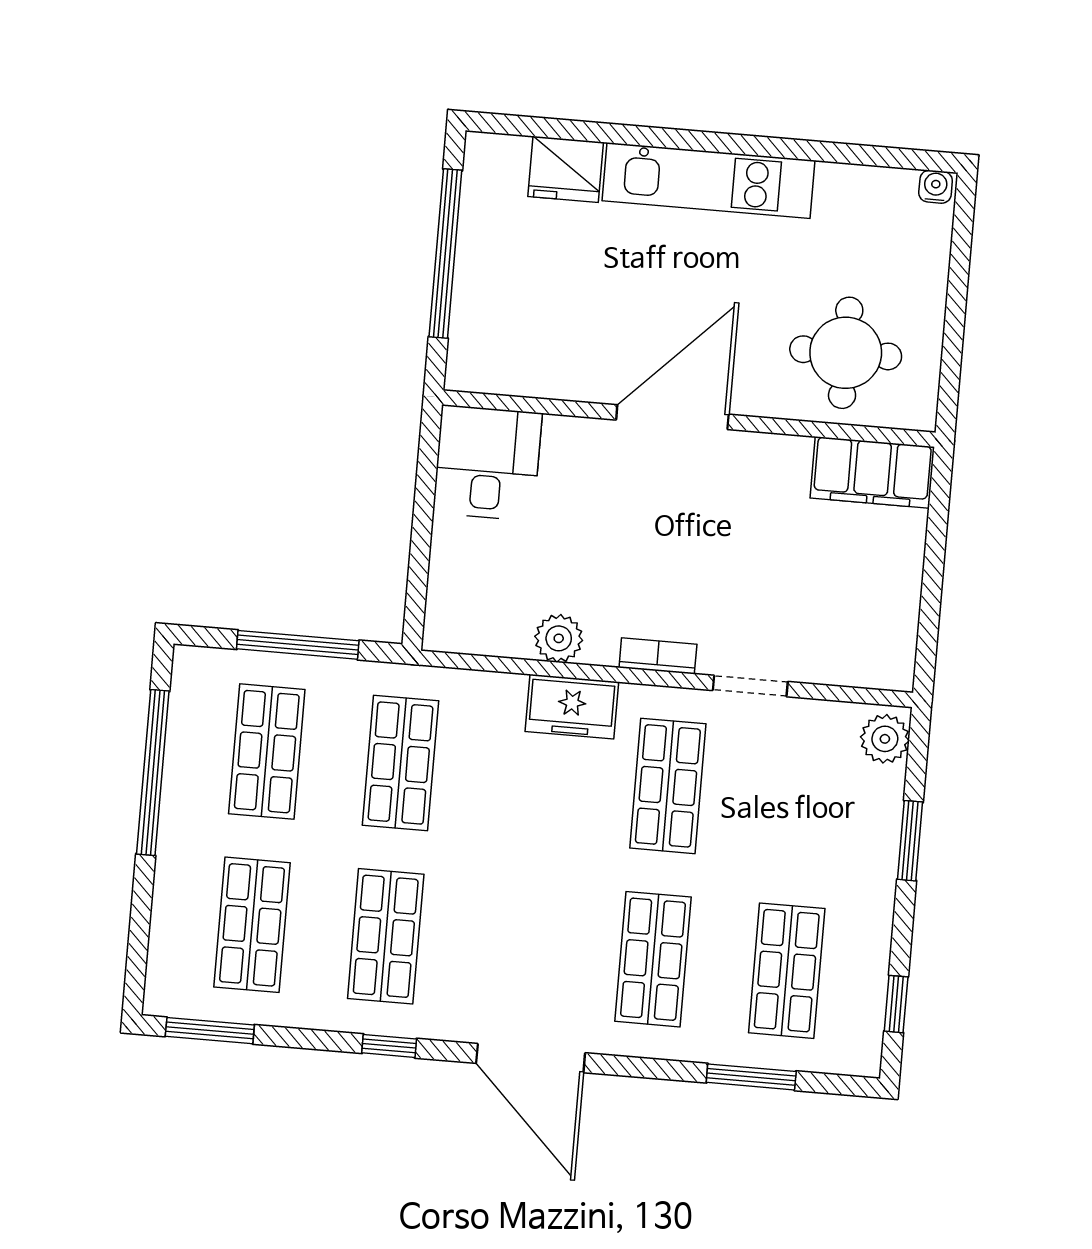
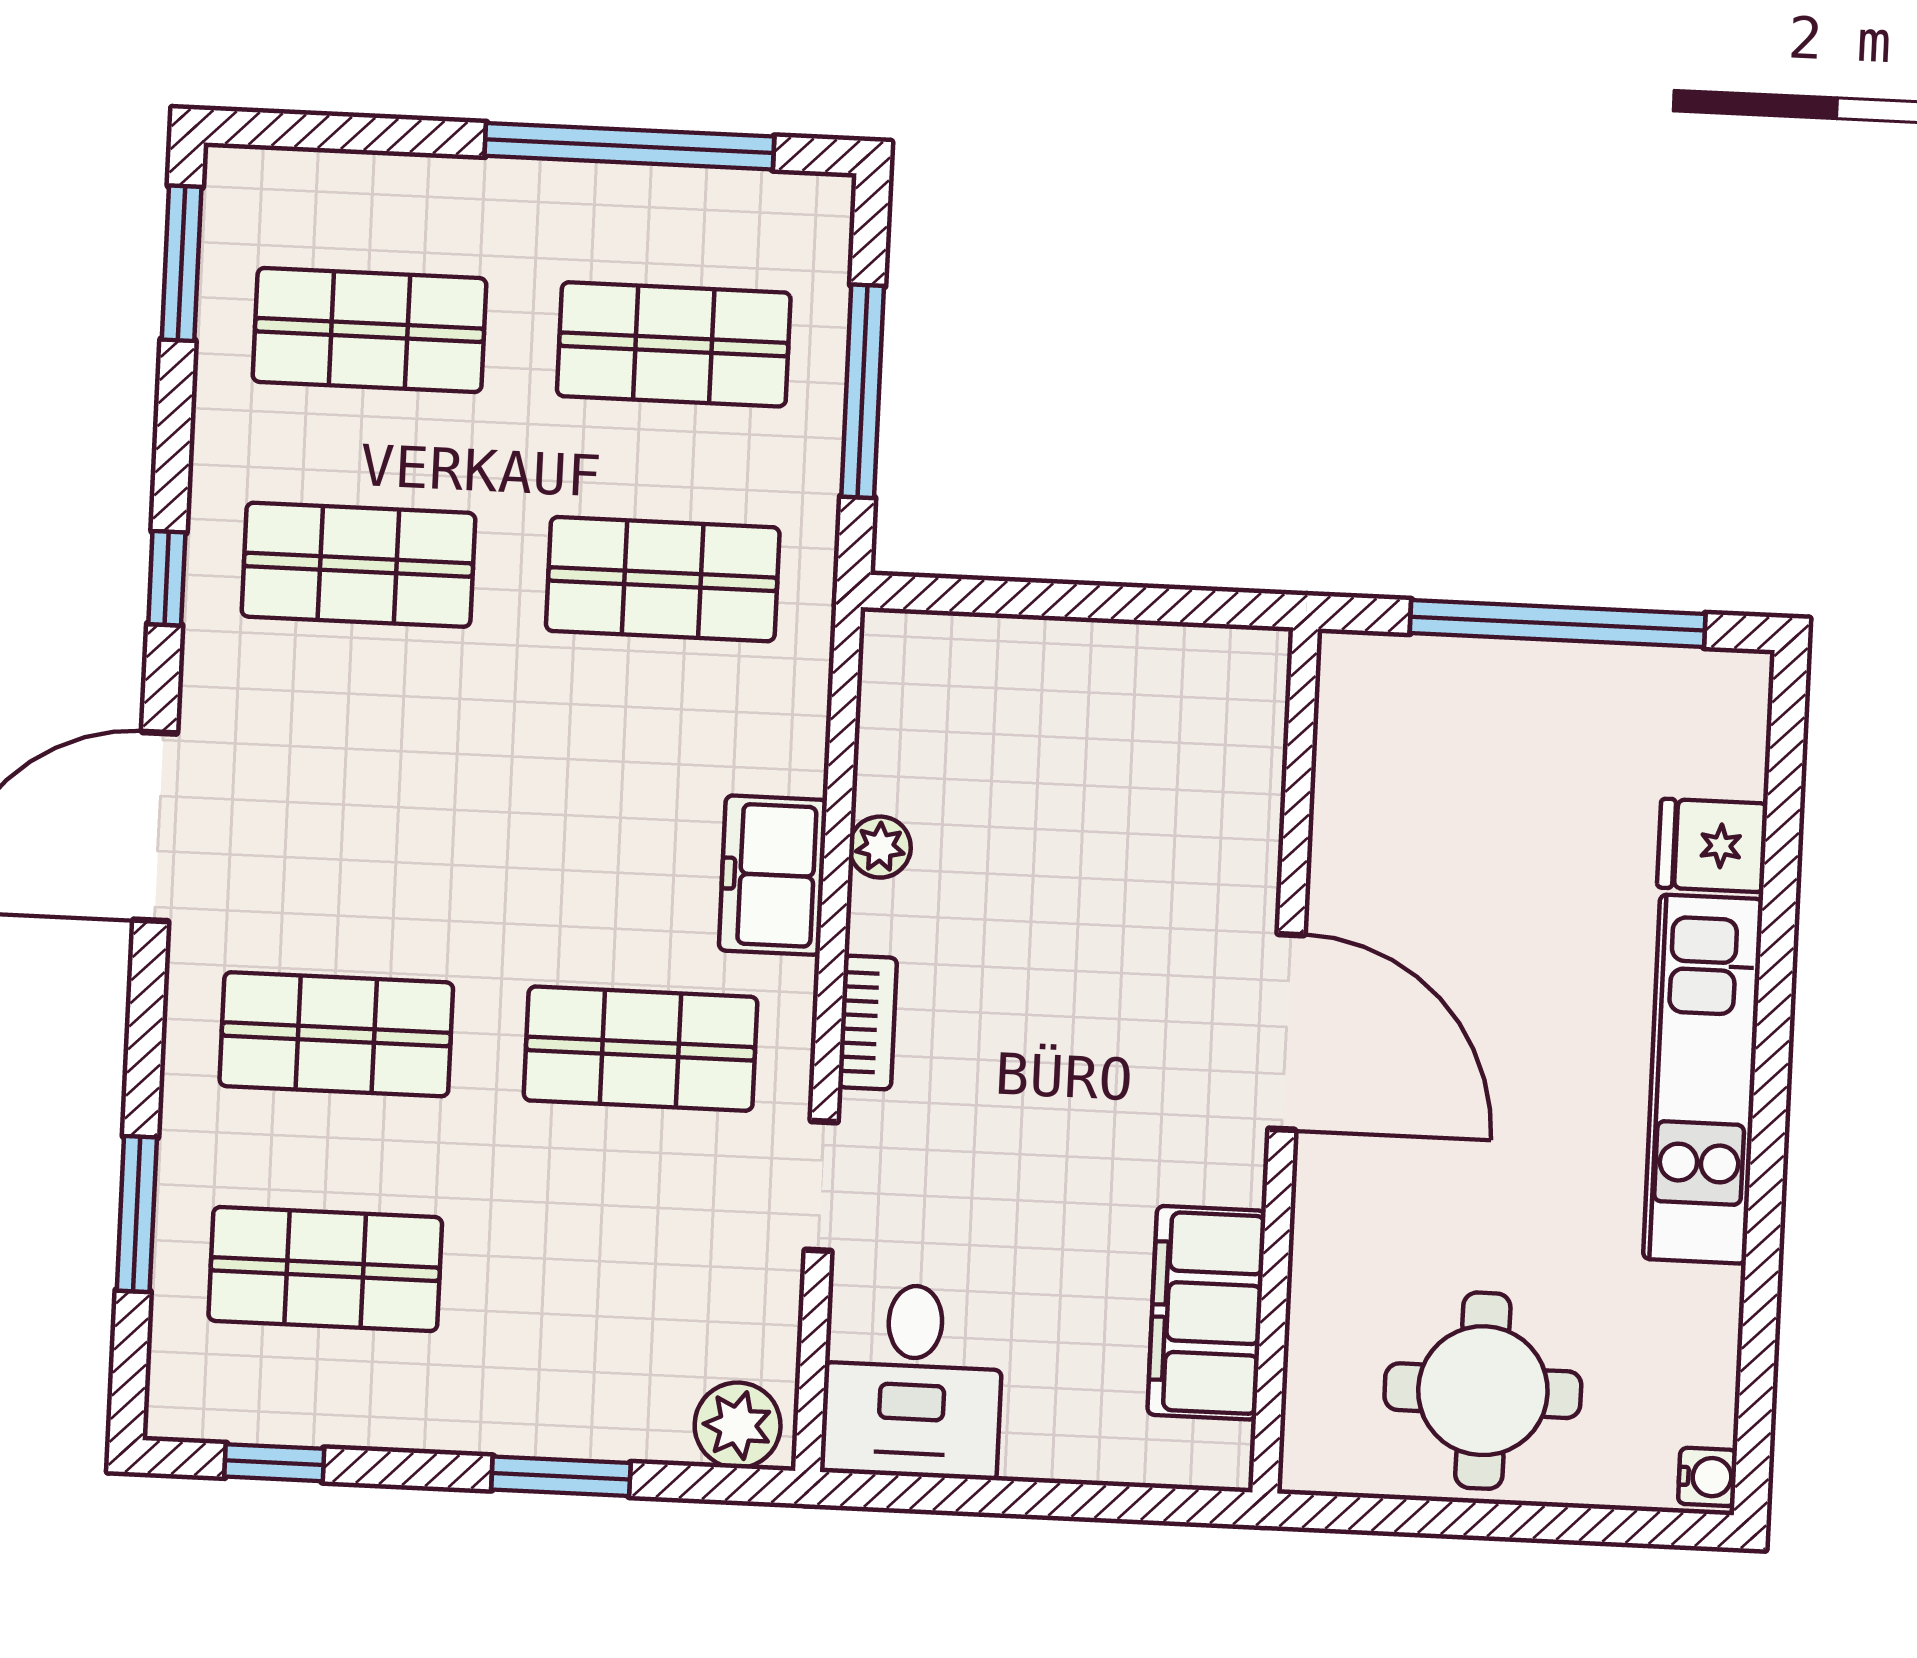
fridge: (566, 169) -> (1712, 845), width x0.72
round table: (846, 353) -> (1483, 1391), moved
desk: (487, 463) -> (913, 1381), moved, turned 90
filing cabinet: (872, 472) -> (1207, 1313), moved
plant: (559, 638) -> (880, 847), width x0.73, depth x0.73

